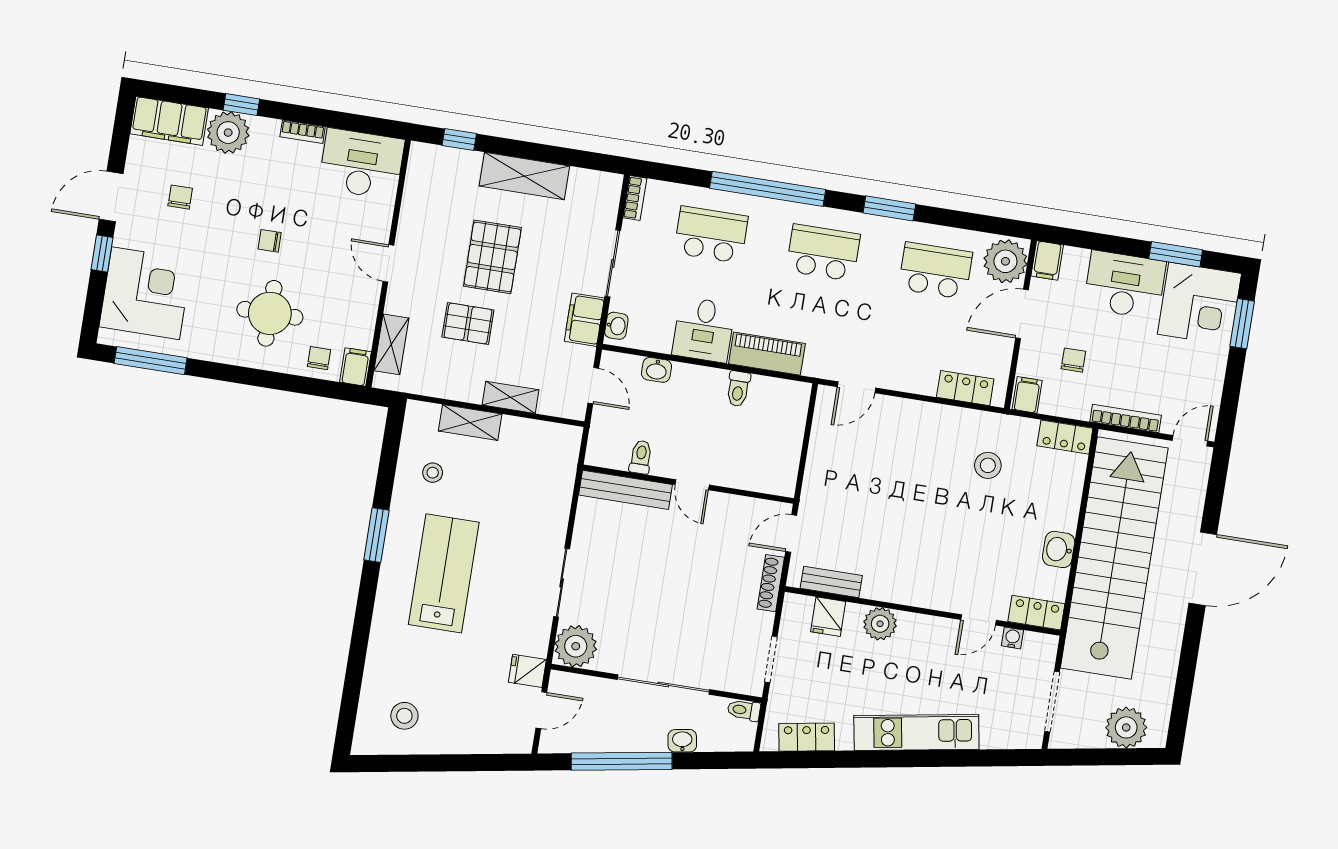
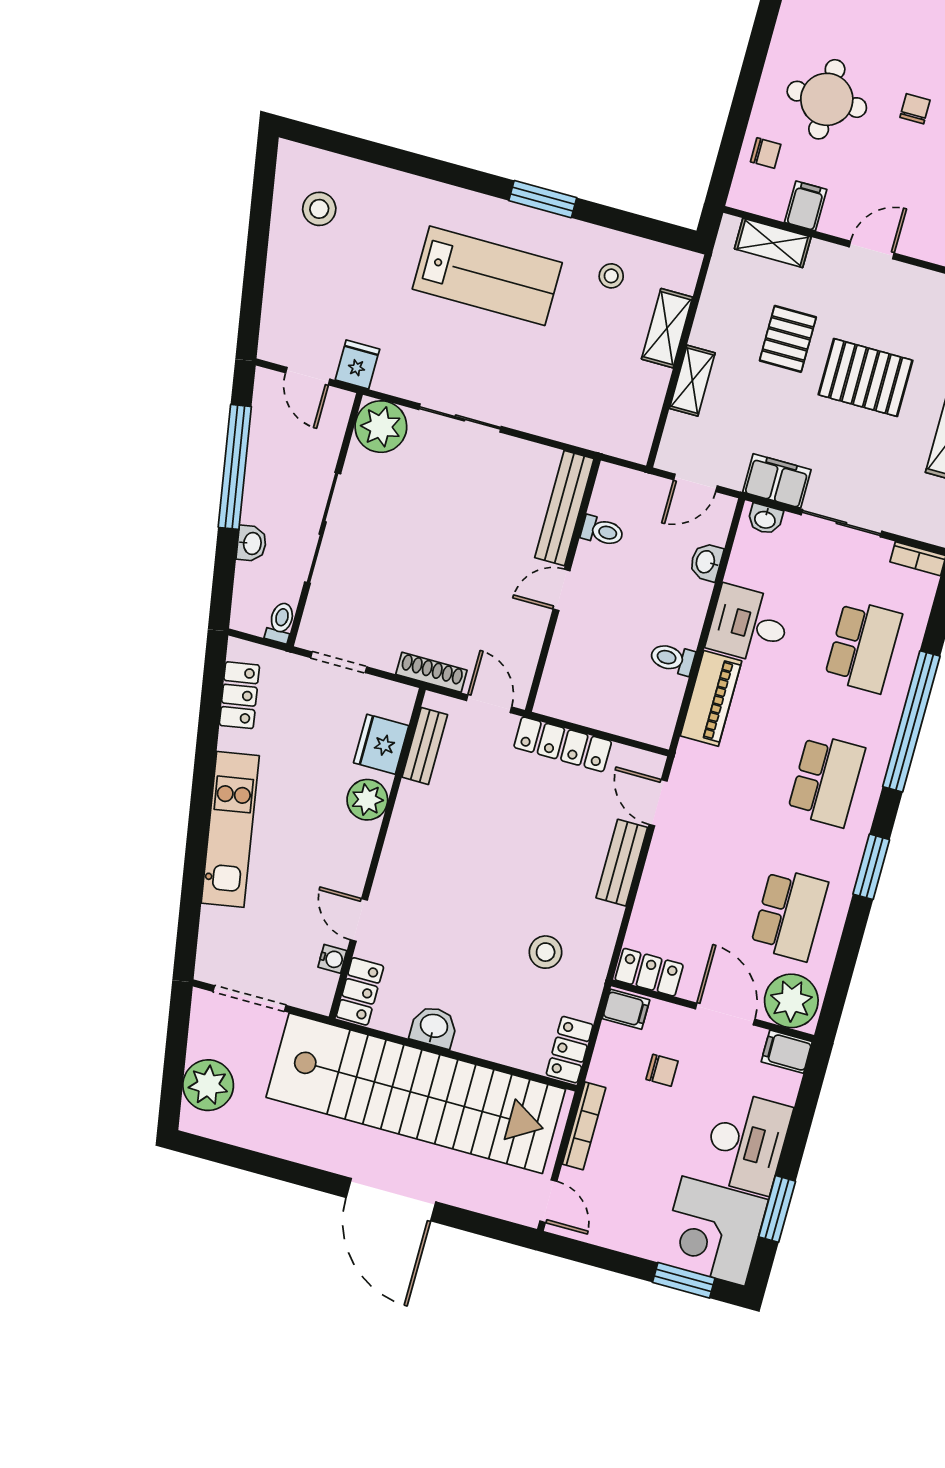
filing cabinet: (355, 367) -> (806, 206), moved, turned -90
locker: (965, 388) -> (649, 972), moved, turned -90
bench: (908, 411) -> (622, 863), added
locker: (817, 470) -> (563, 744), added
fridge: (828, 617) -> (381, 744), width x1.38

